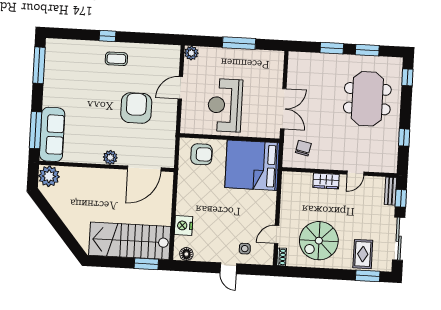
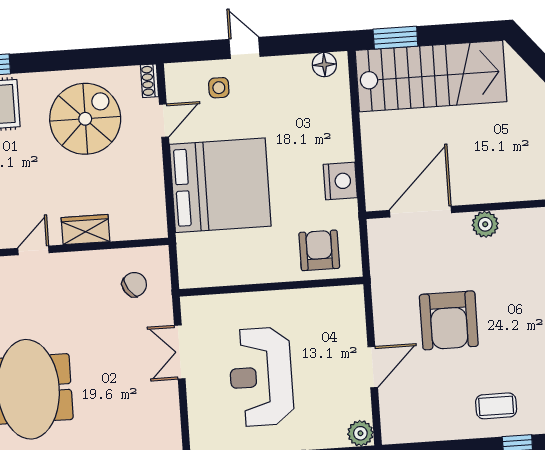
reception desk: (225, 105) -> (261, 377), moved, turned 180
double door: (283, 109) -> (180, 352), width x0.73
chair: (303, 148) -> (134, 285), turned -135
armchair: (201, 154) -> (319, 250), turned 90
bed: (252, 165) -> (220, 185), moved
nightstand: (184, 226) -> (340, 181), moved

